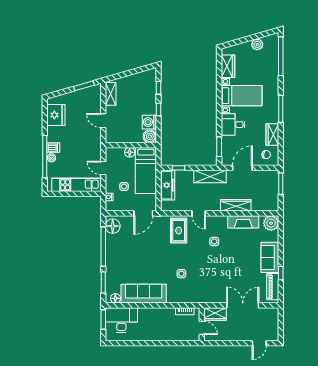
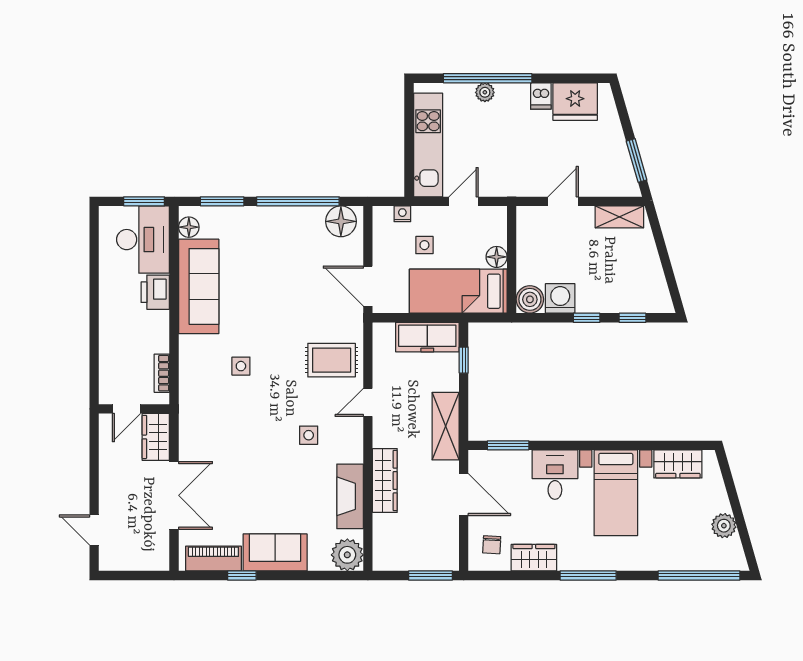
dishwasher: (53, 148) -> (541, 96), moved
printer: (146, 314) -> (155, 292), added

